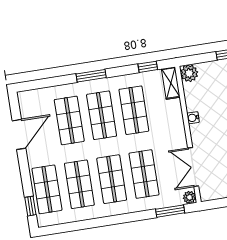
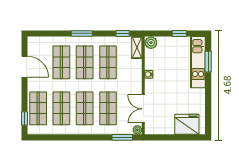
door: (19, 134) -> (25, 67), hinge flipped

